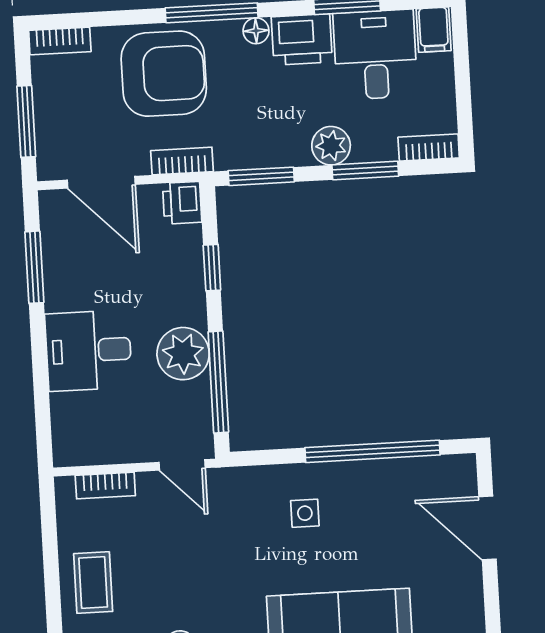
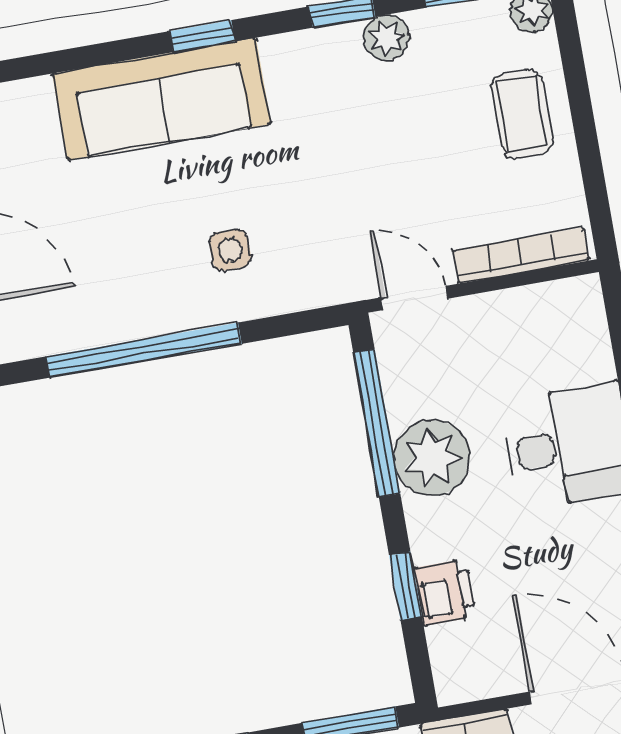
printer: (182, 203) -> (445, 592), moved
bookcase: (105, 486) -> (521, 255), width x1.56

